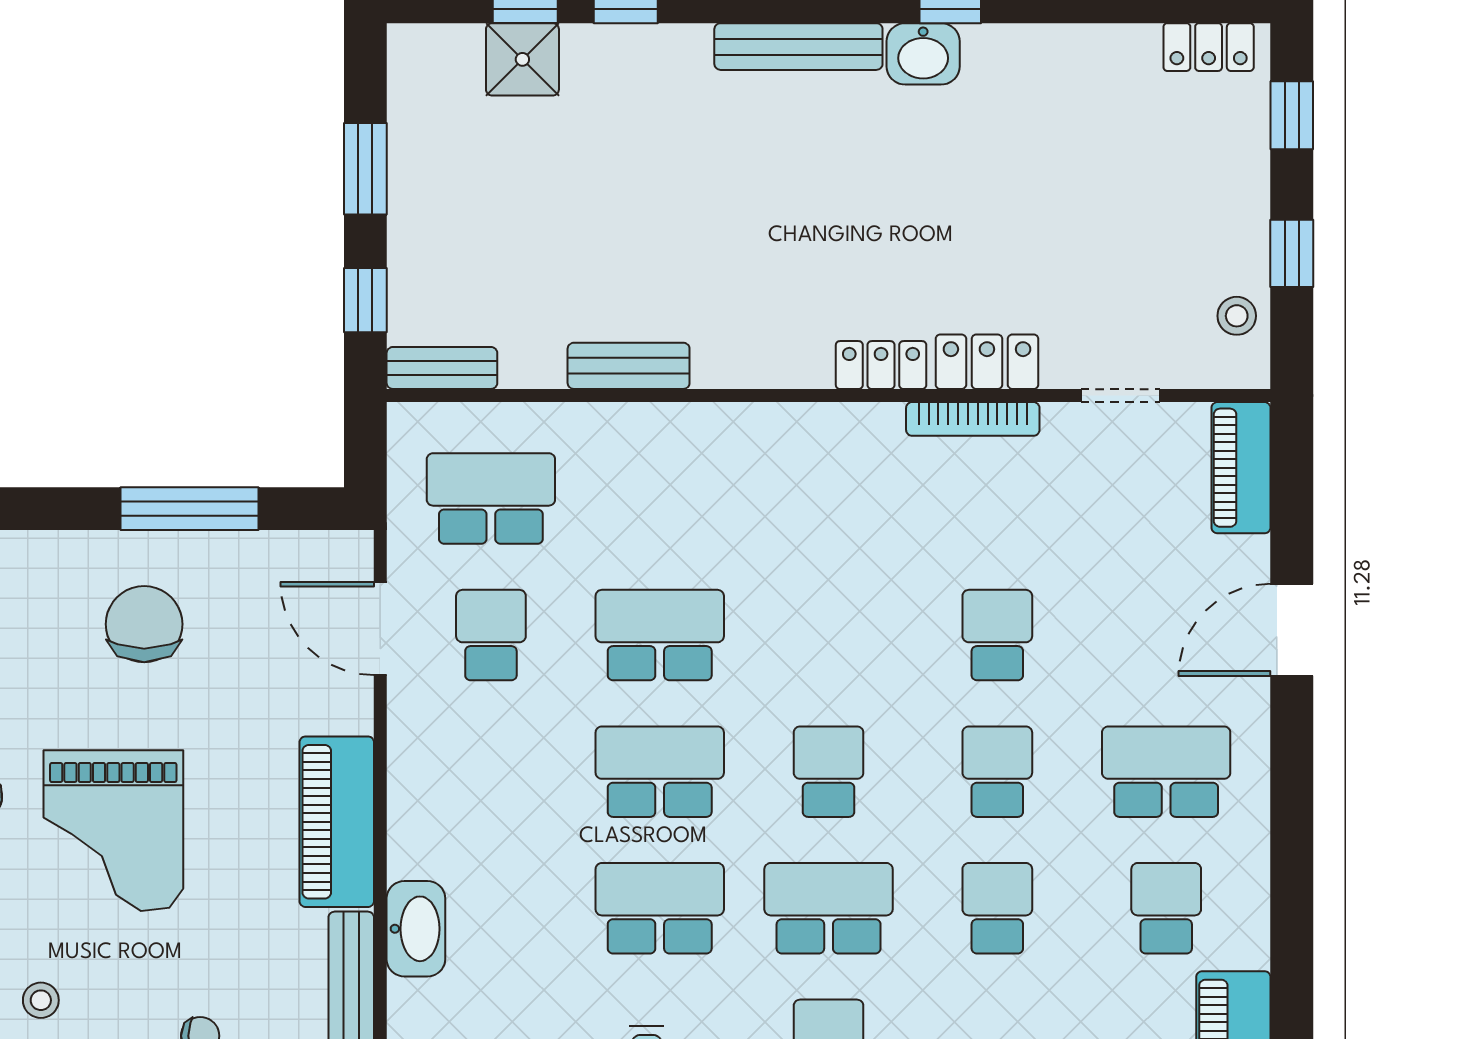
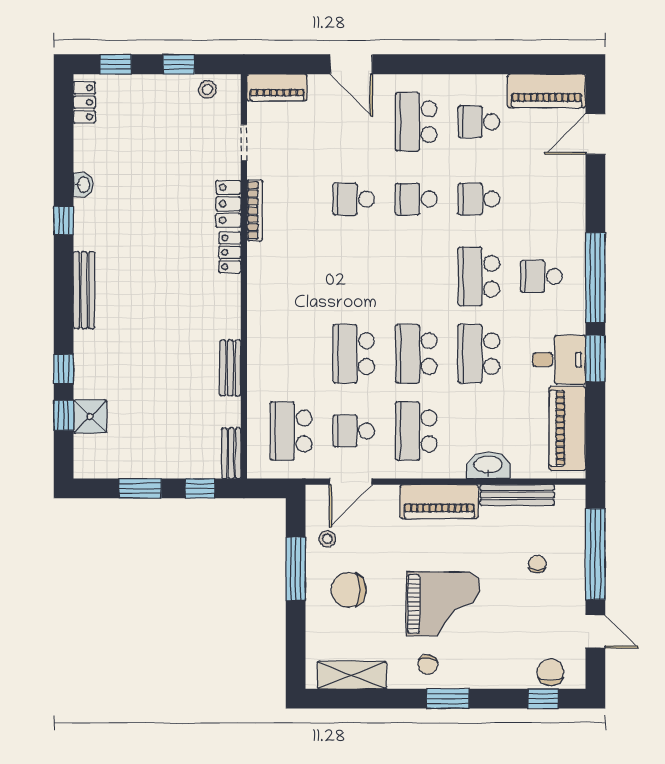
washbasin: (923, 54) -> (83, 185), moved, width x0.72, depth x0.69
school desk: (829, 772) -> (416, 431), moved, width x1.85
stool: (41, 1000) -> (327, 539), moved

